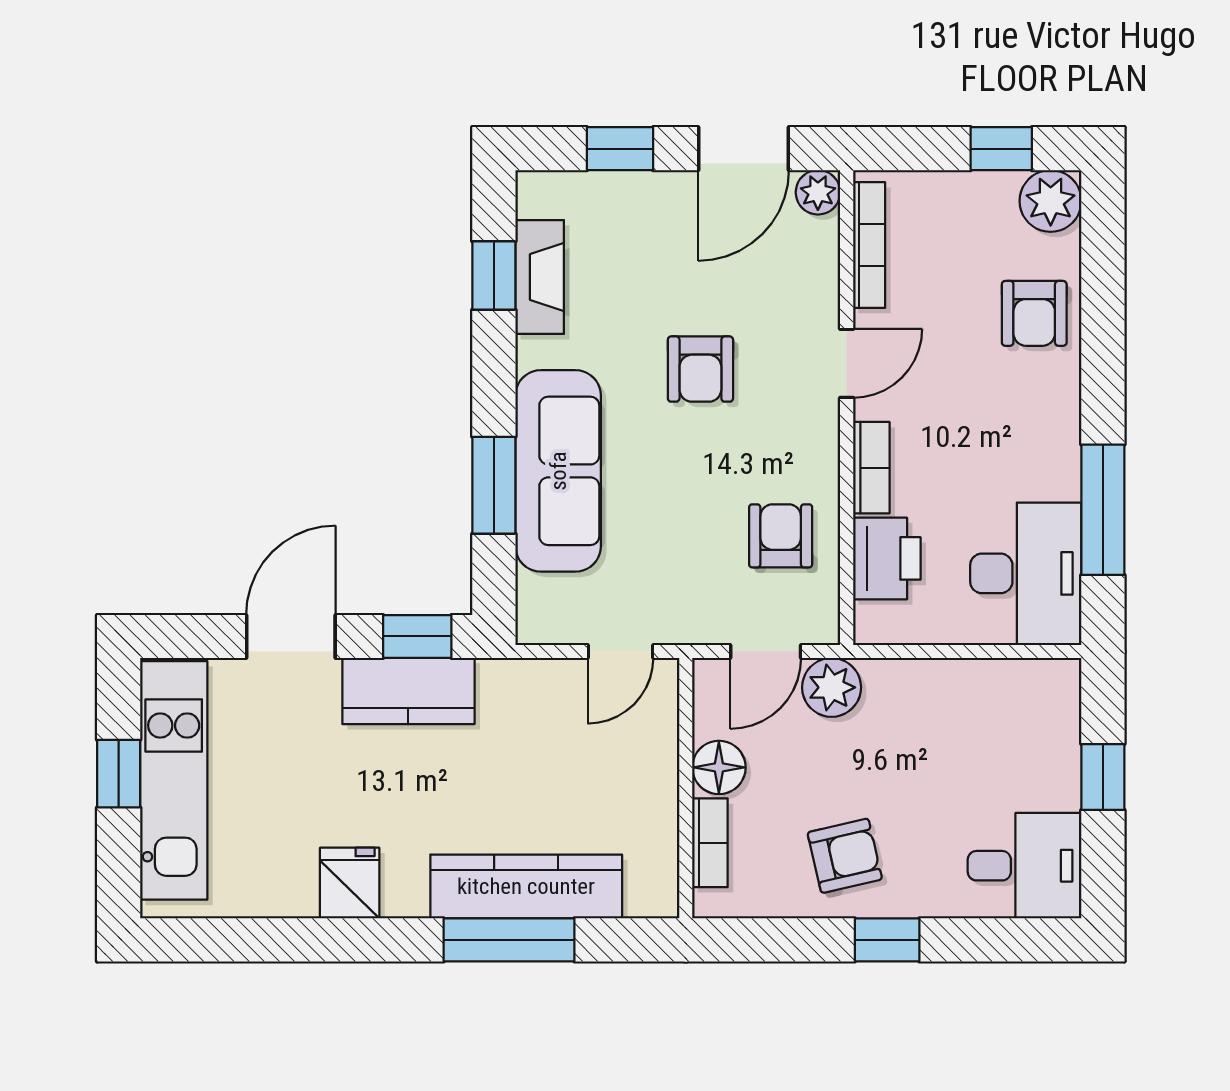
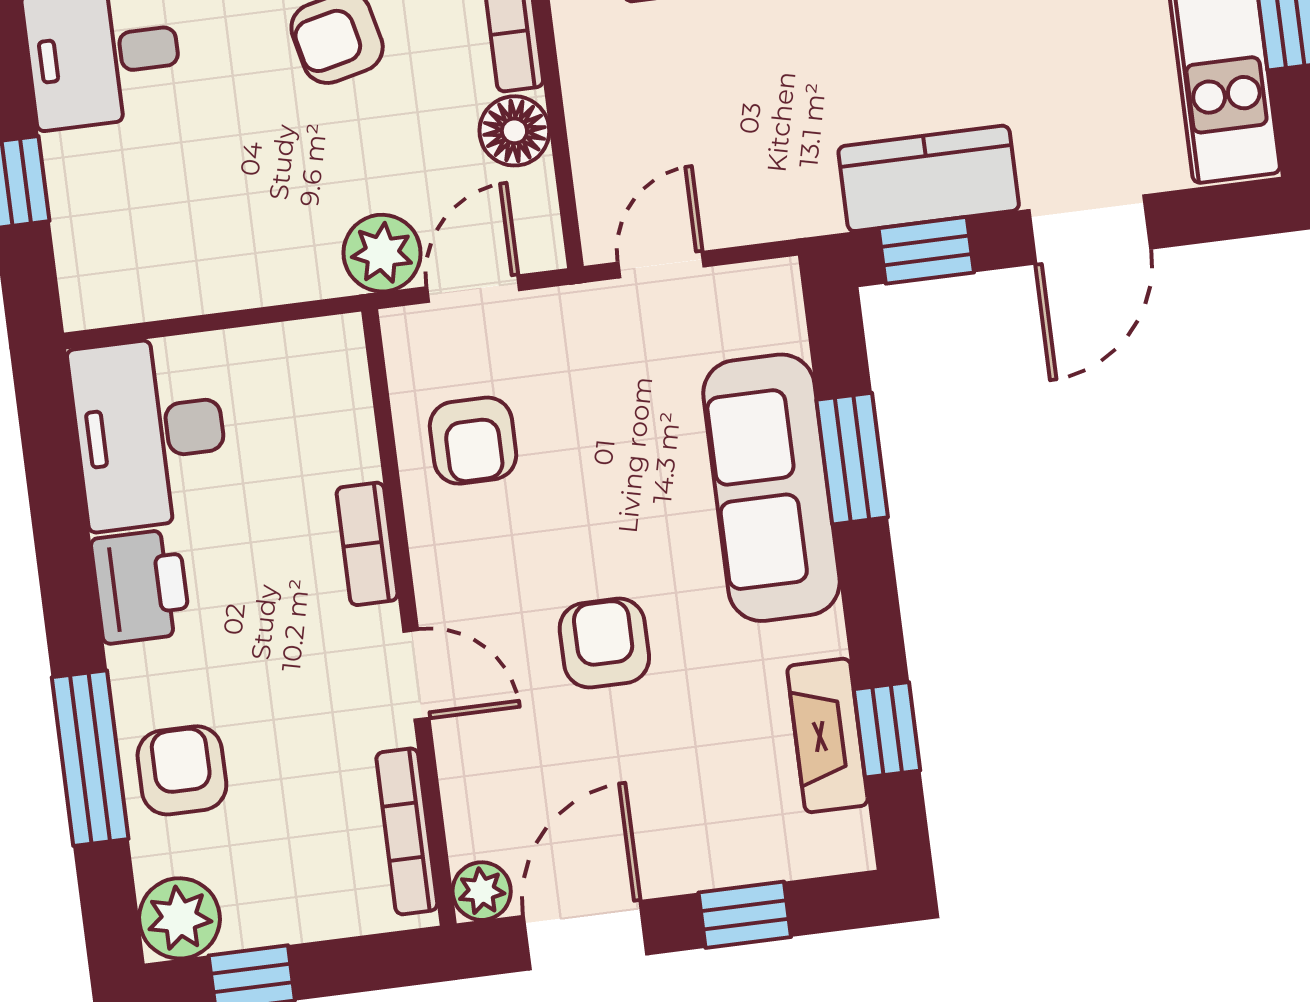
door: (847, 363) -> (416, 675), swing flipped
window: (1103, 510) -> (90, 758), moved
printer: (887, 558) -> (141, 586), moved, turned 180

